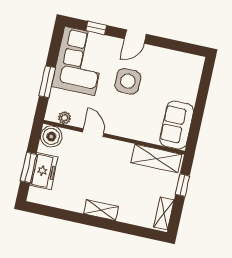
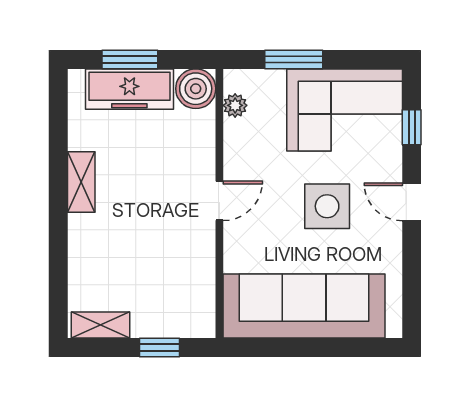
sofa: (177, 125) -> (304, 306), width x1.85, depth x1.27
door: (93, 133) -> (219, 201), moved
shelving: (156, 158) -> (198, 289), removed
freezer: (44, 171) -> (129, 89), width x1.40
shelving: (101, 210) -> (81, 182), moved

